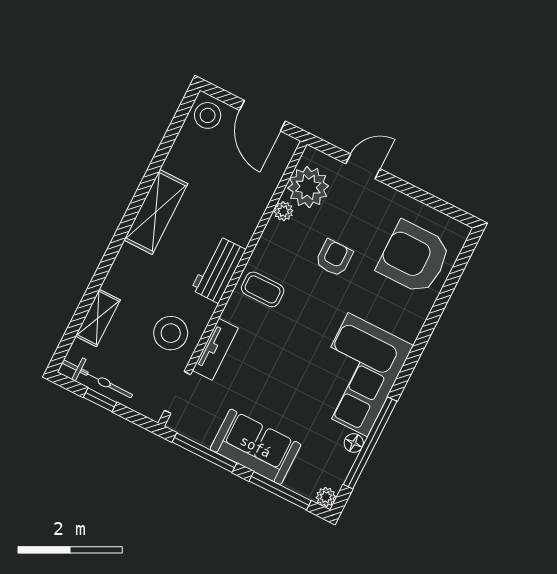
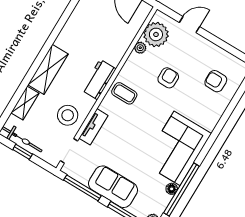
shelving: (156, 212) -> (48, 69), moved
armchair: (414, 258) -> (216, 81), width x0.53, depth x0.53

